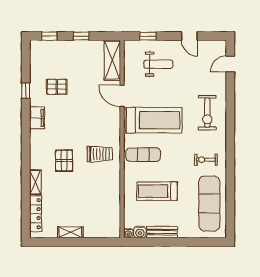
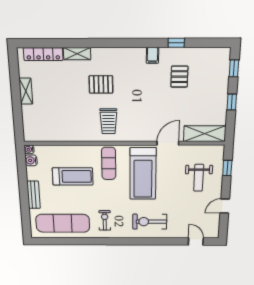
filing cabinet: (37, 118) -> (152, 55), width x0.50
treadmill: (157, 191) -> (73, 176), turned 90
bench: (162, 232) -> (34, 195), moved

